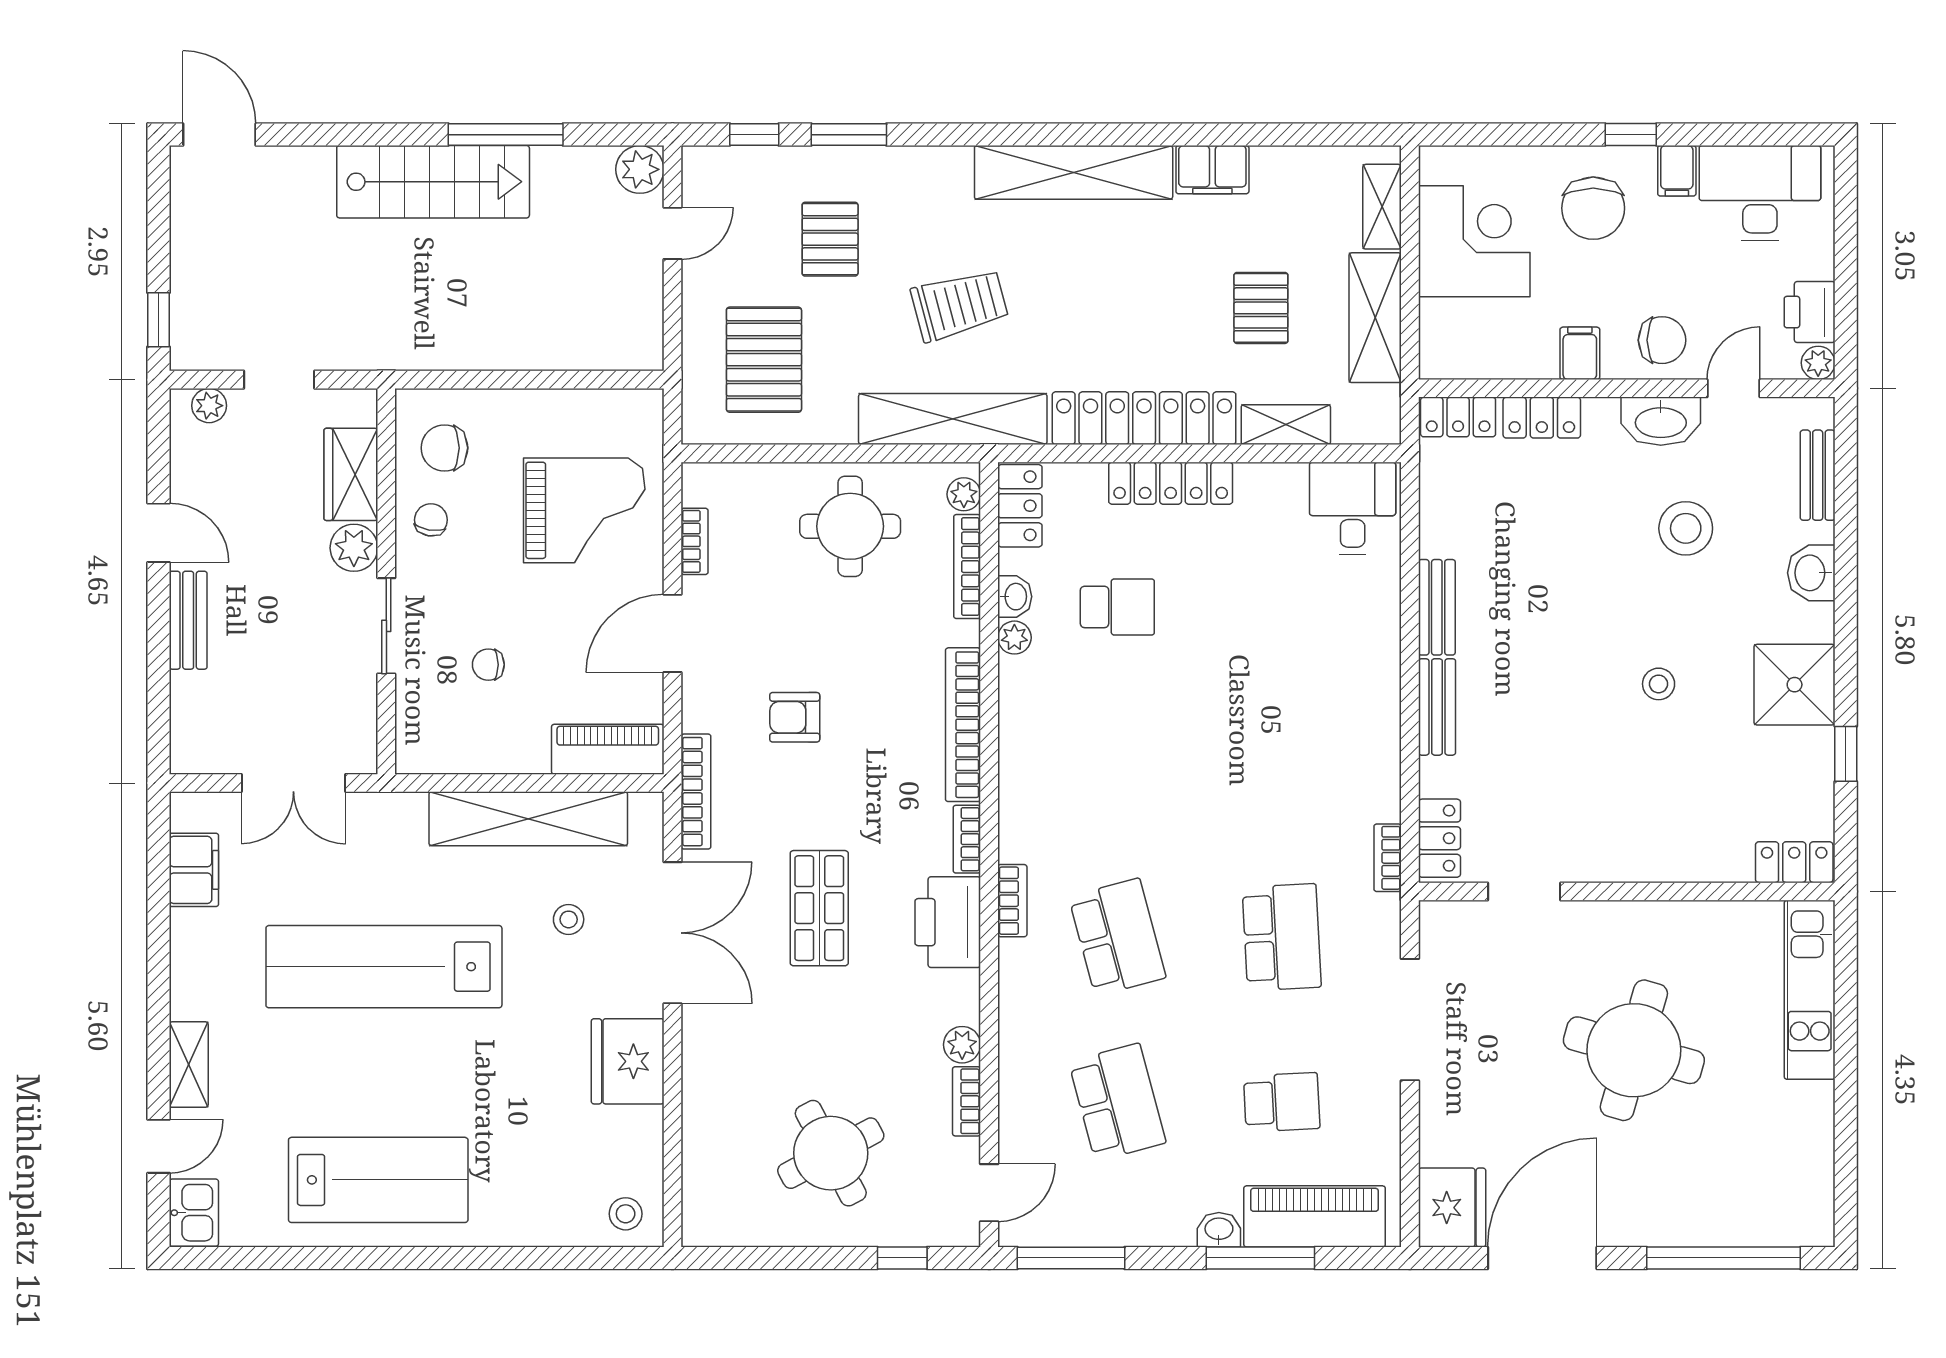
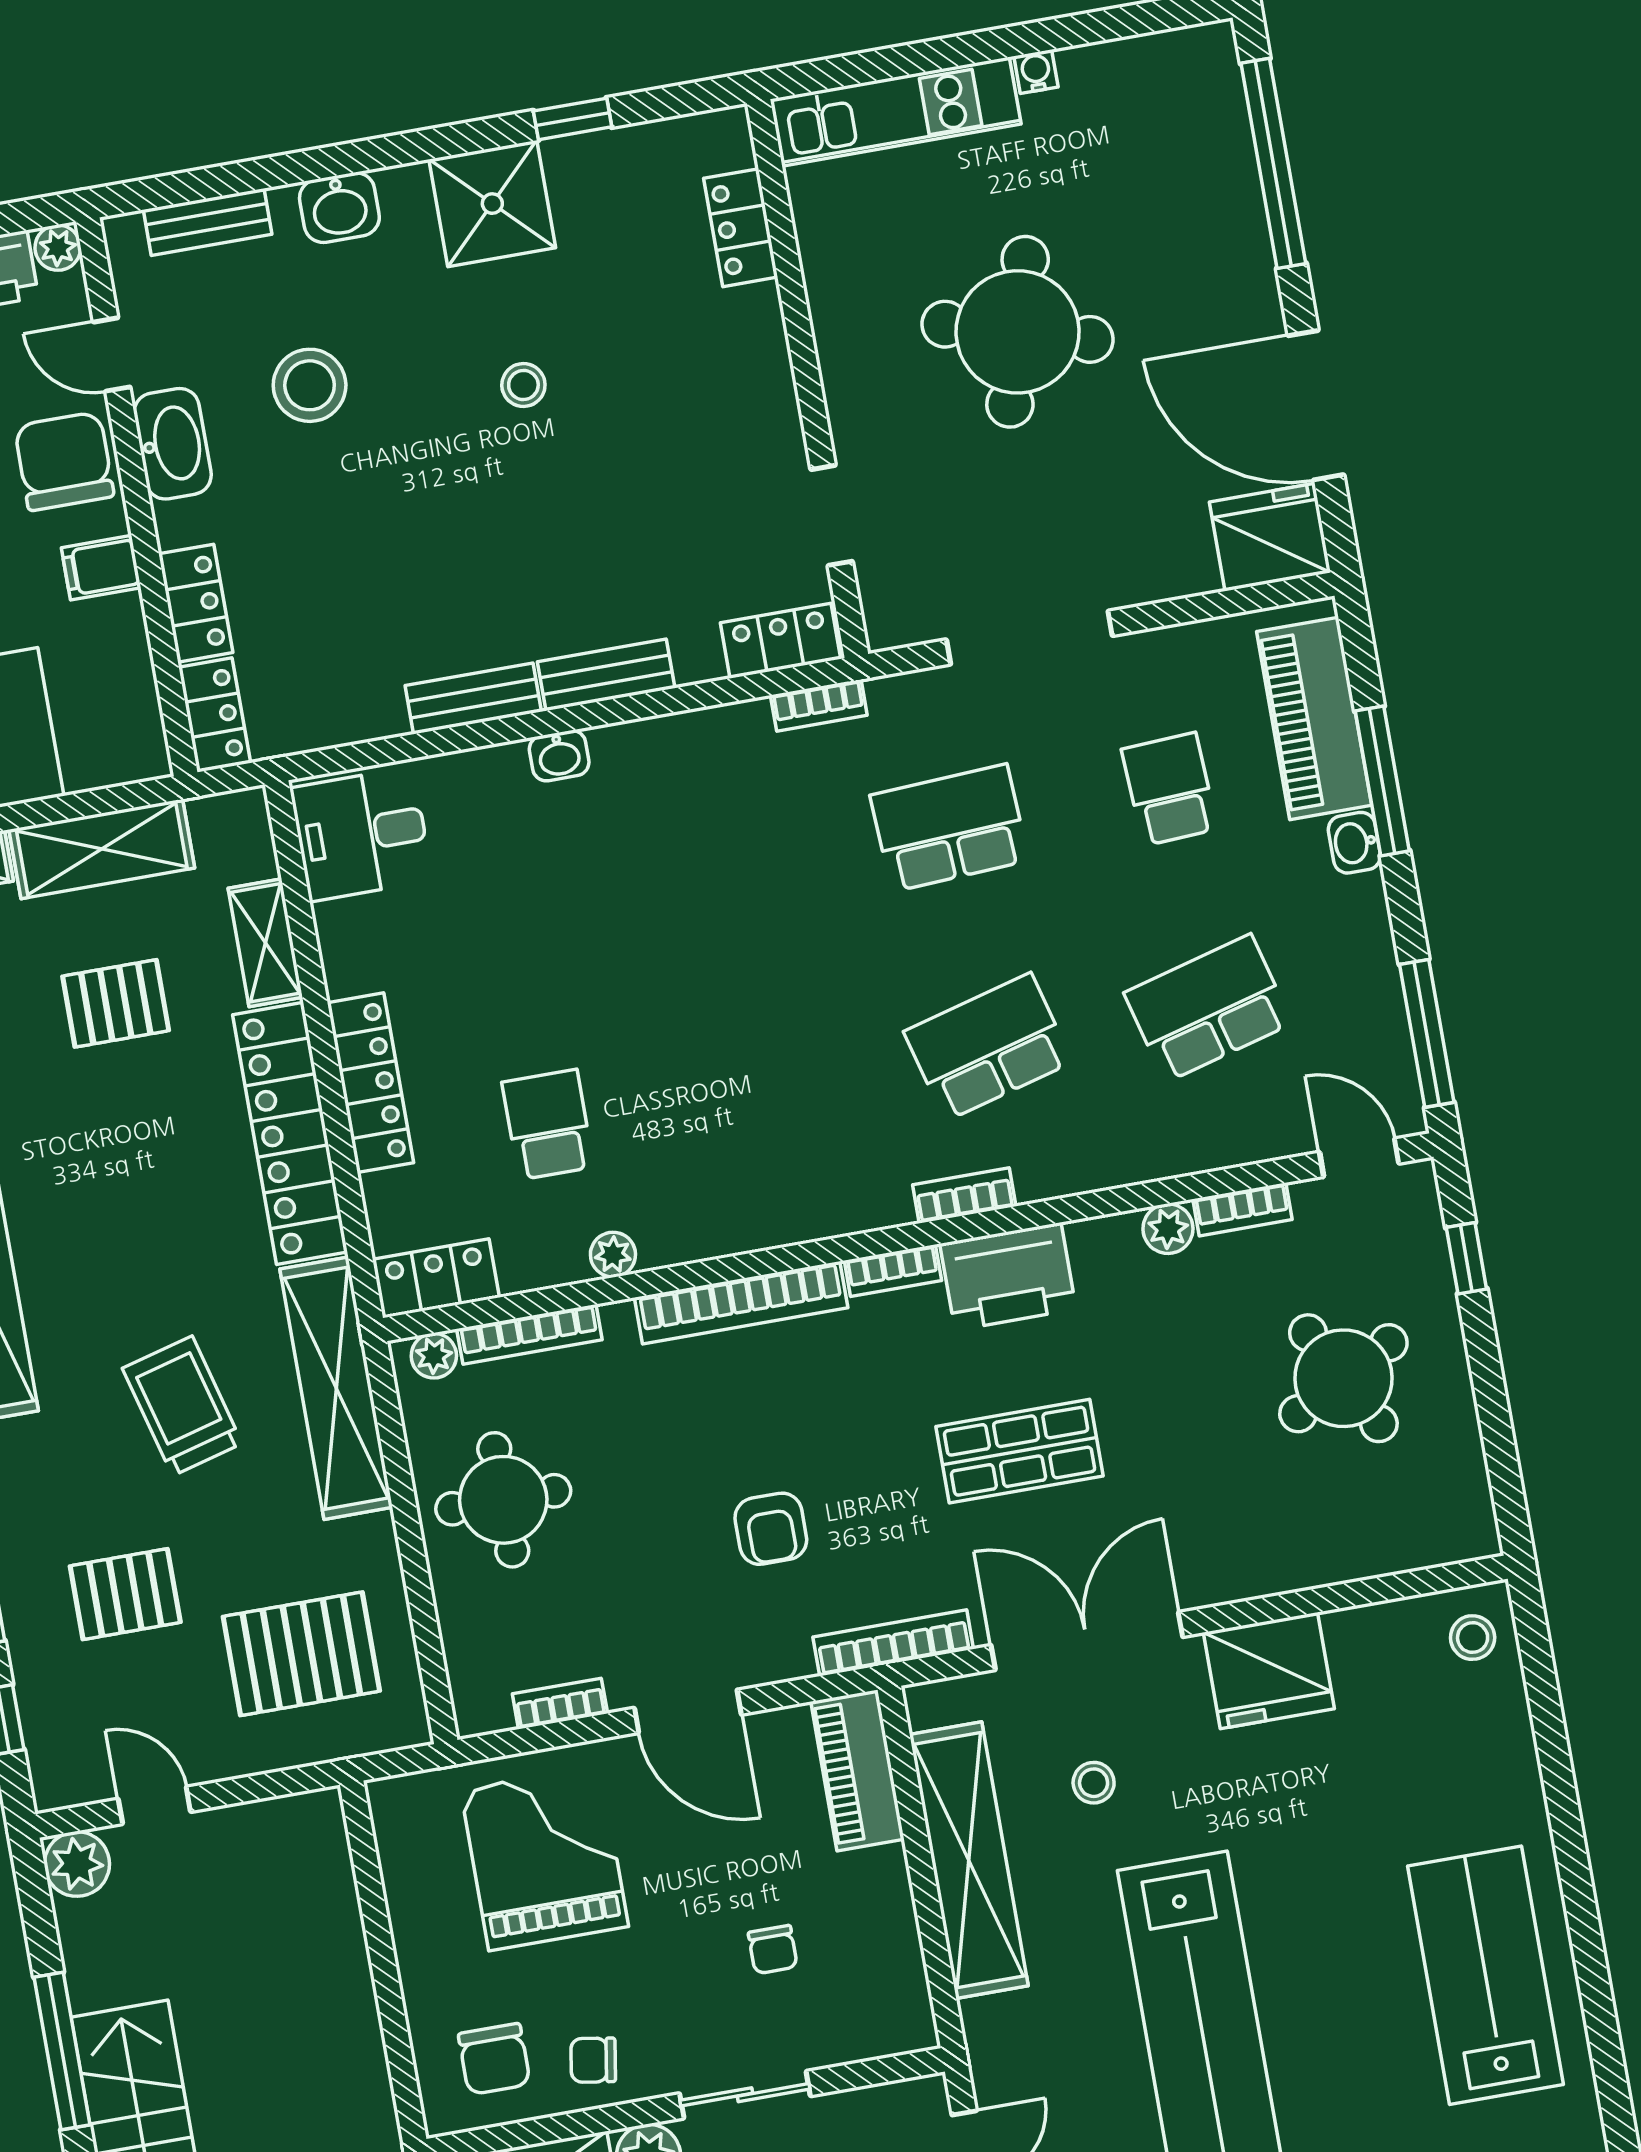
chair: (1662, 340) -> (64, 461), width x1.37, depth x1.37
washbasin: (1015, 597) -> (559, 756), moved, turned 180
locker: (1794, 862) -> (741, 228), moved
water cooler: (1821, 1097) -> (1036, 72), added

